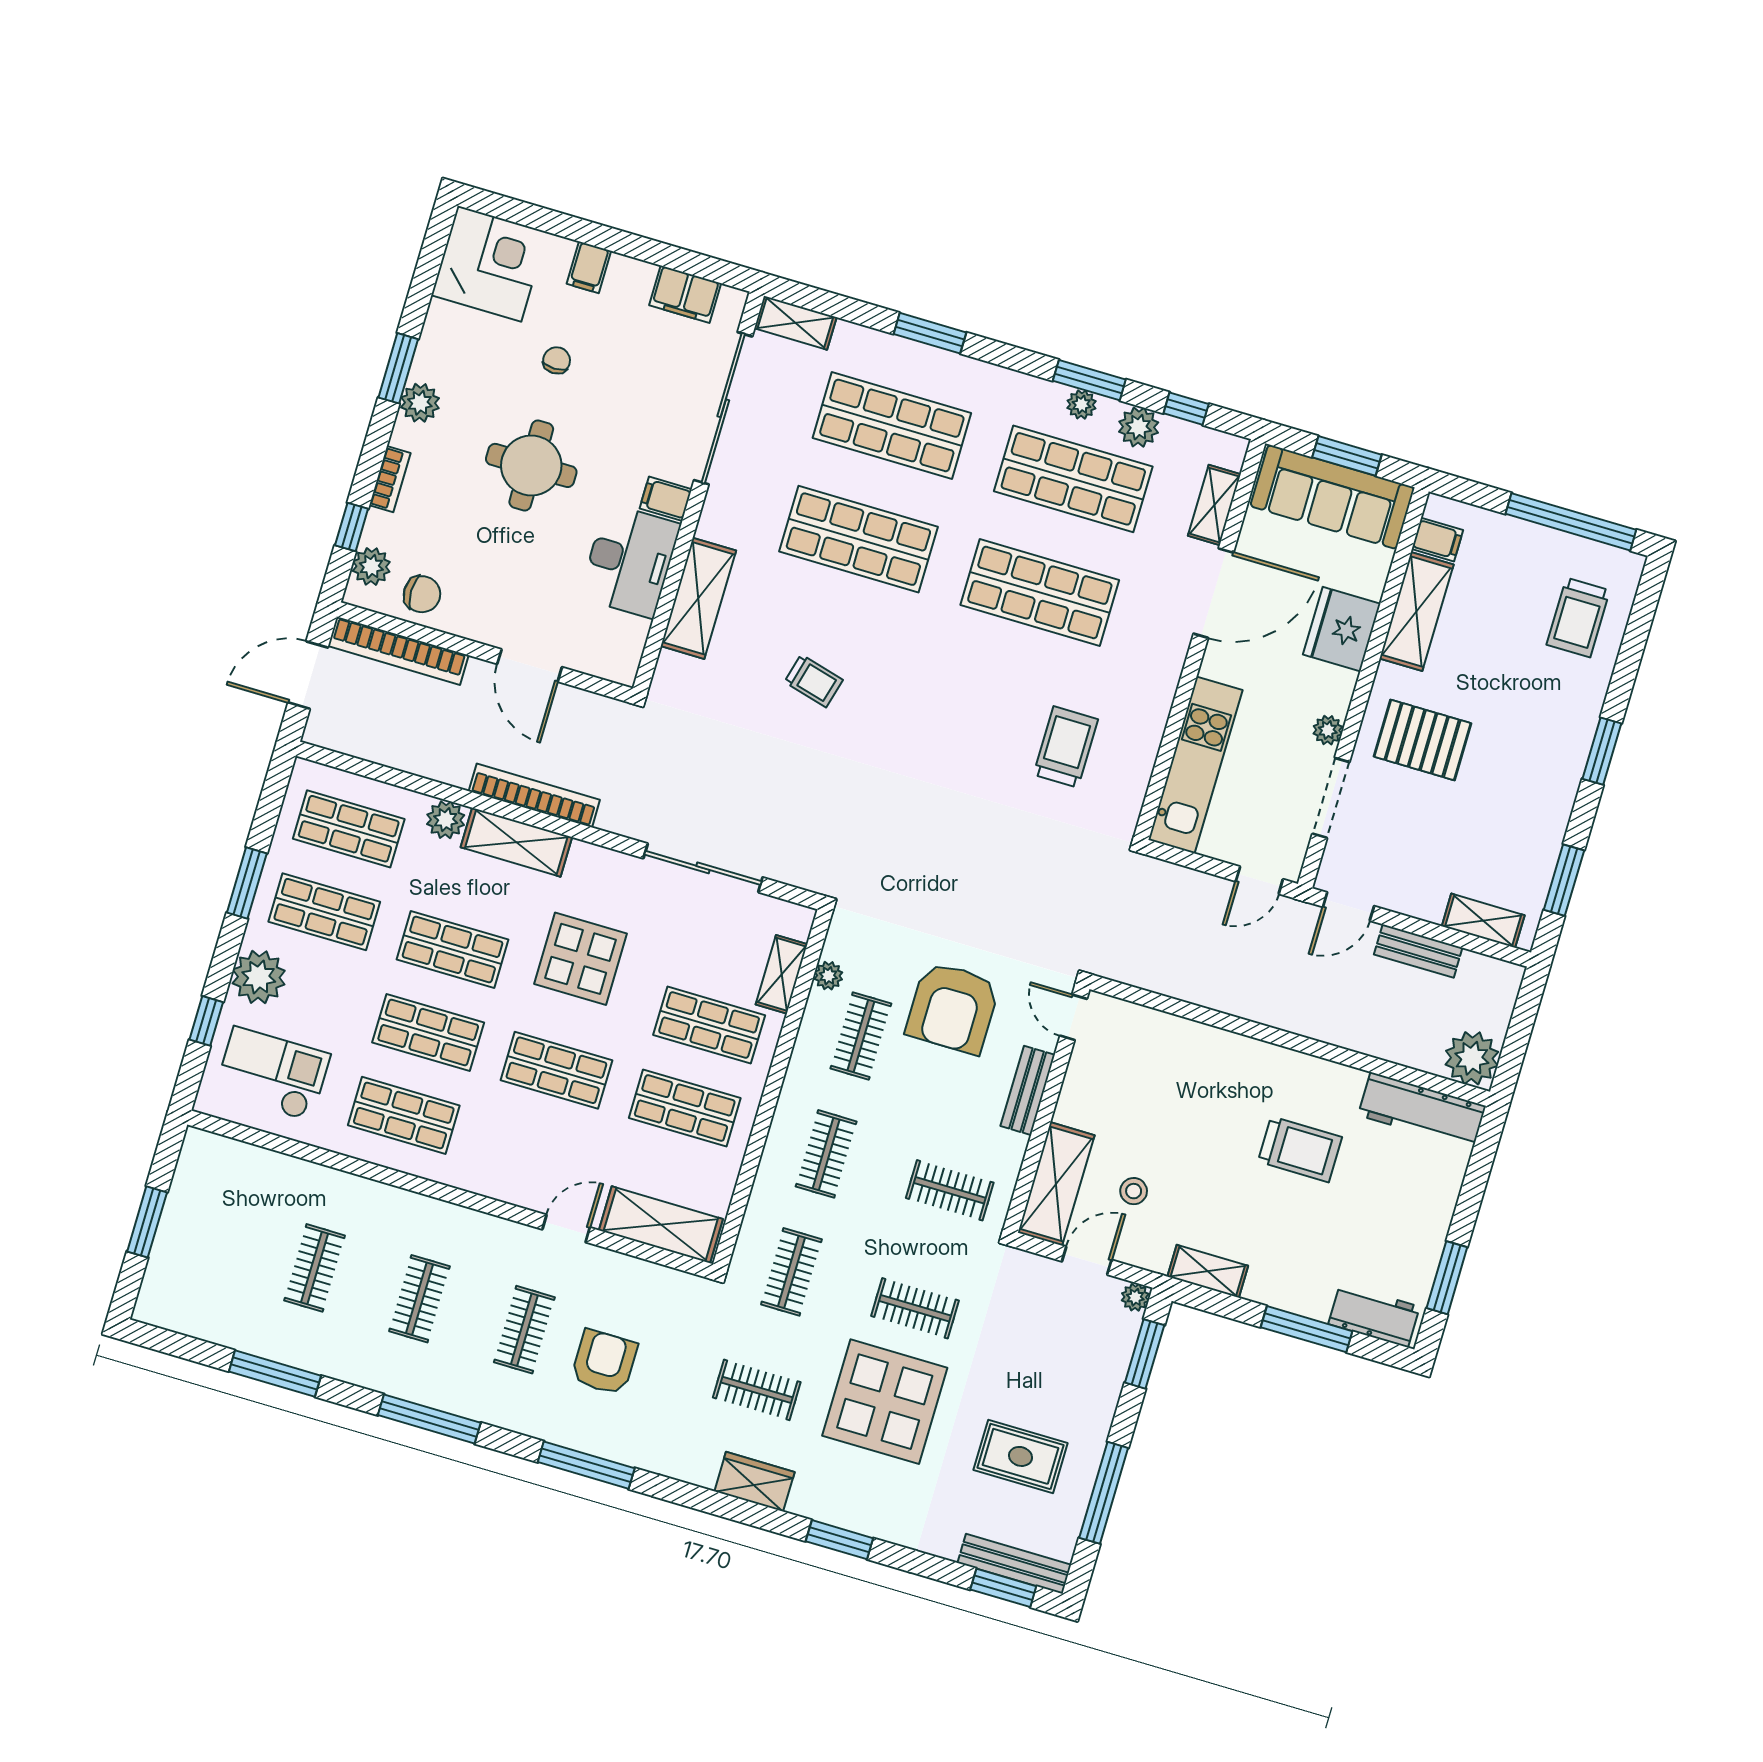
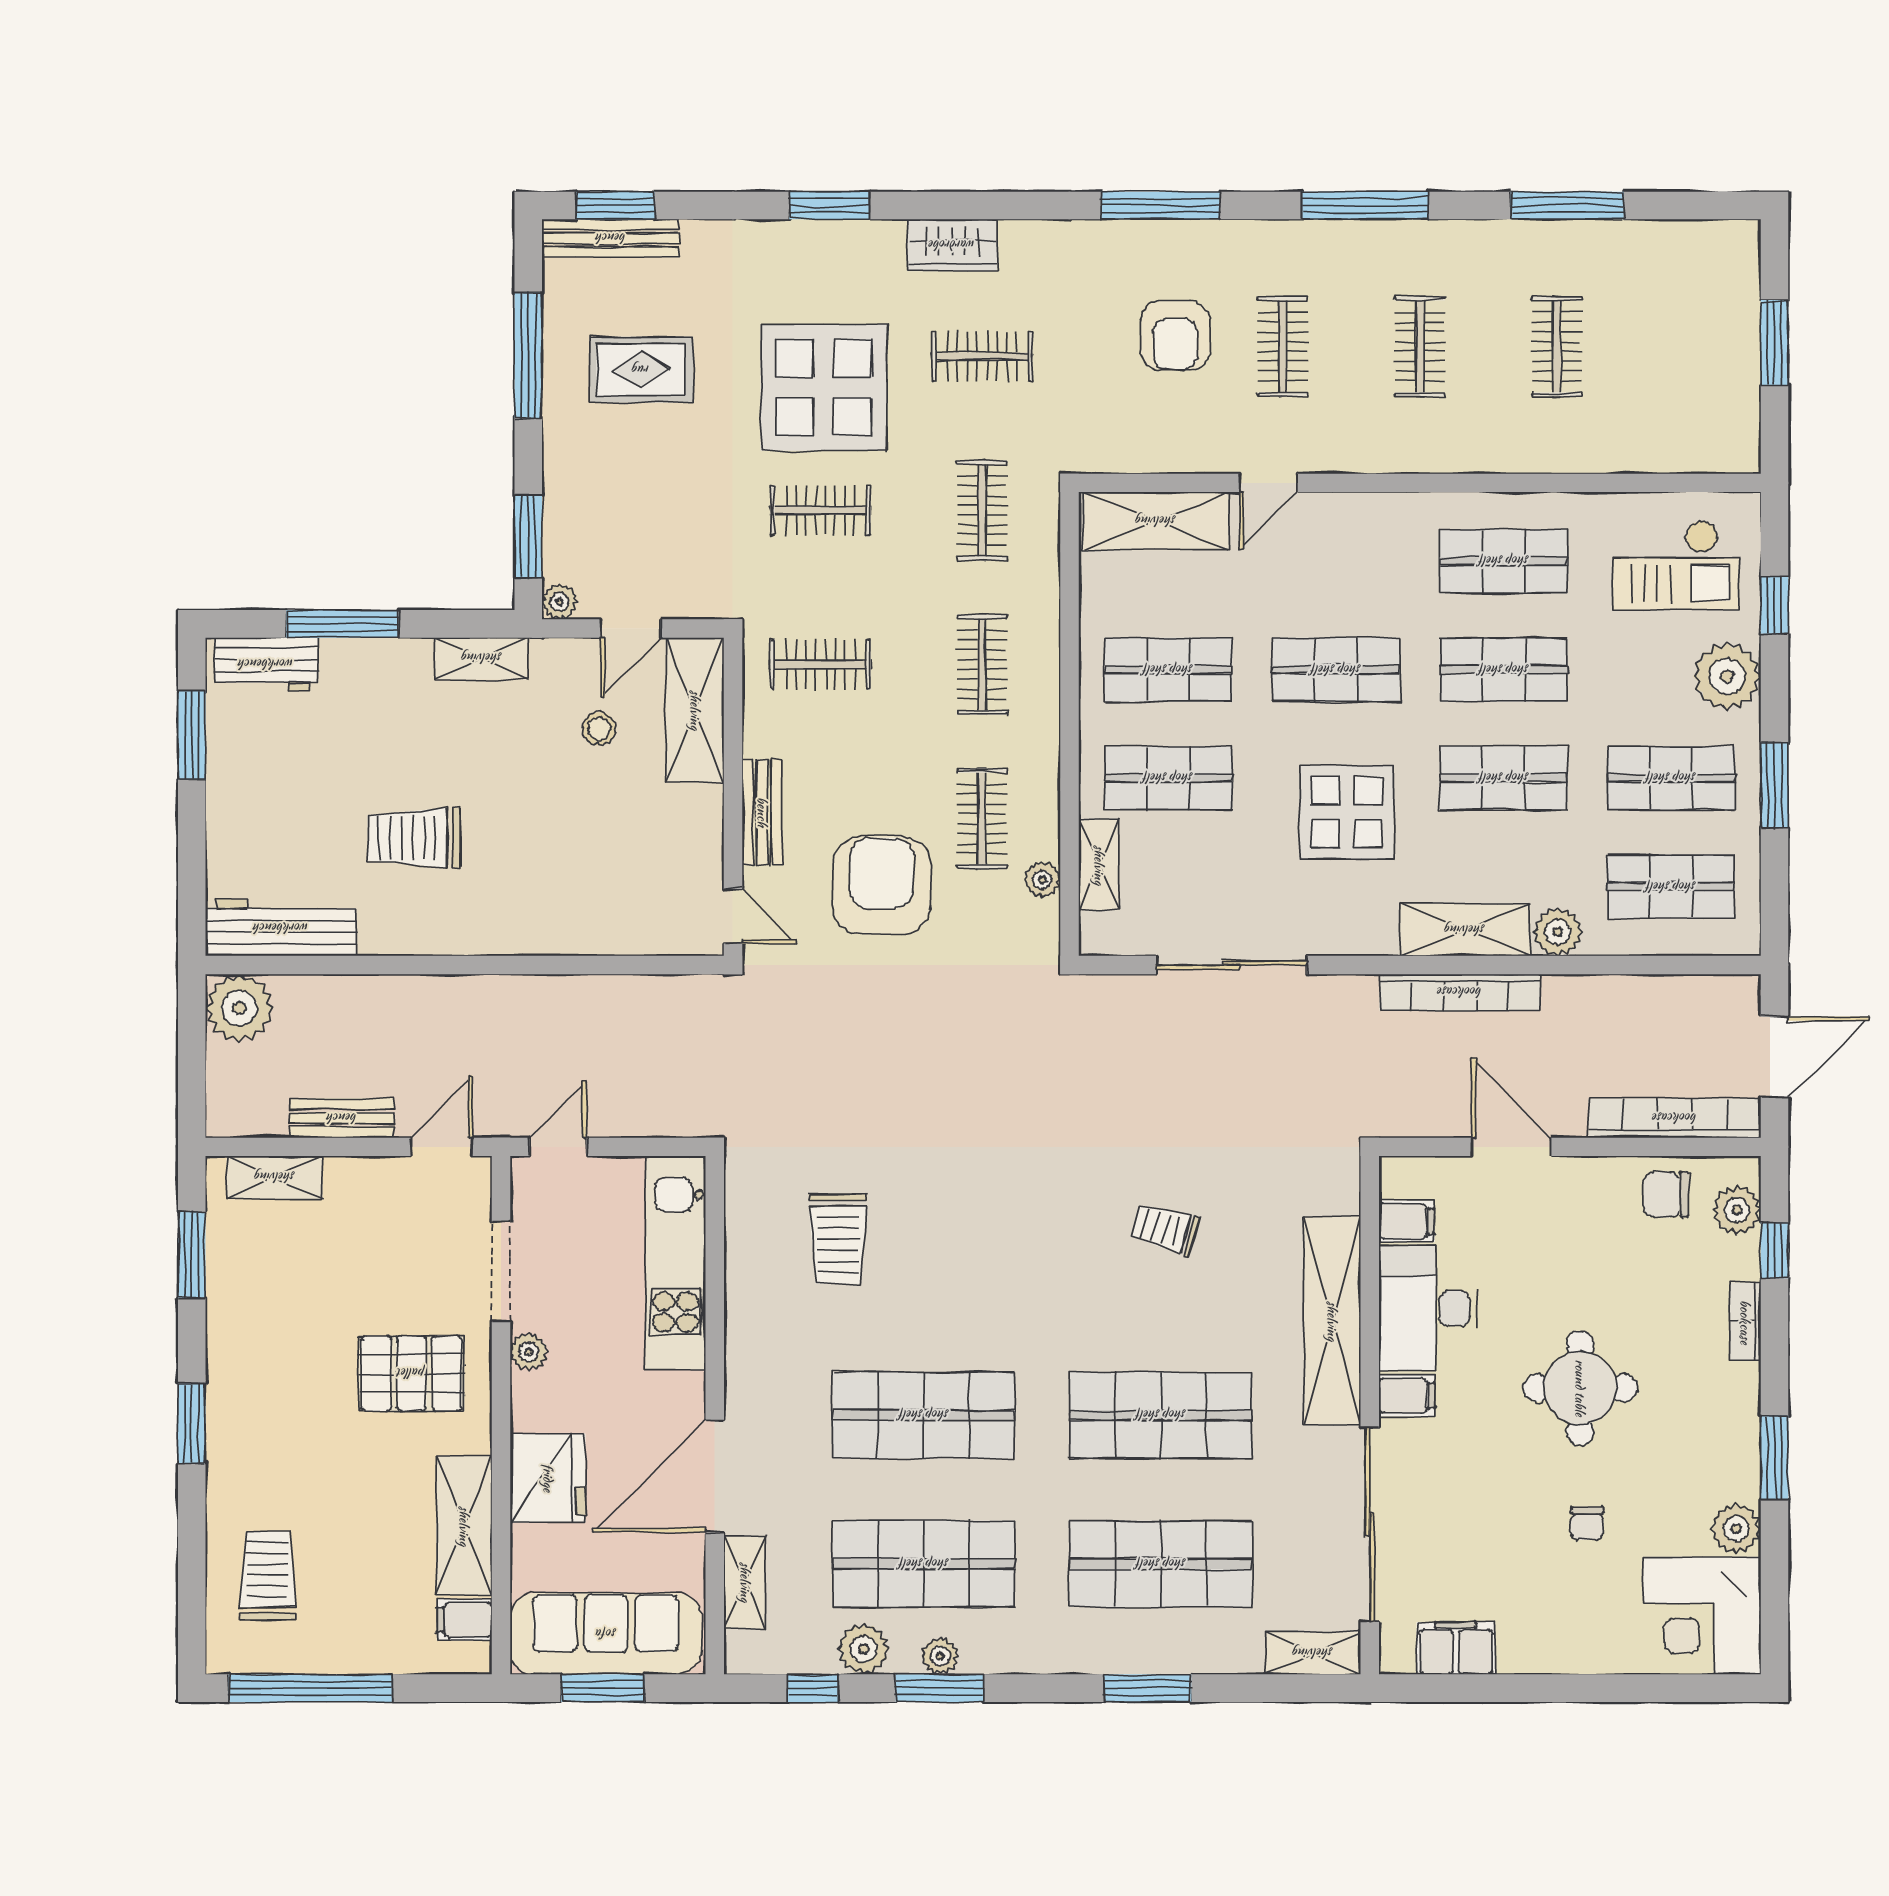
filing cabinet: (589, 267) -> (1407, 1221), moved, turned 90
plant: (420, 403) -> (1736, 1529), moved
shelving: (698, 598) -> (1332, 1321), width x1.47

